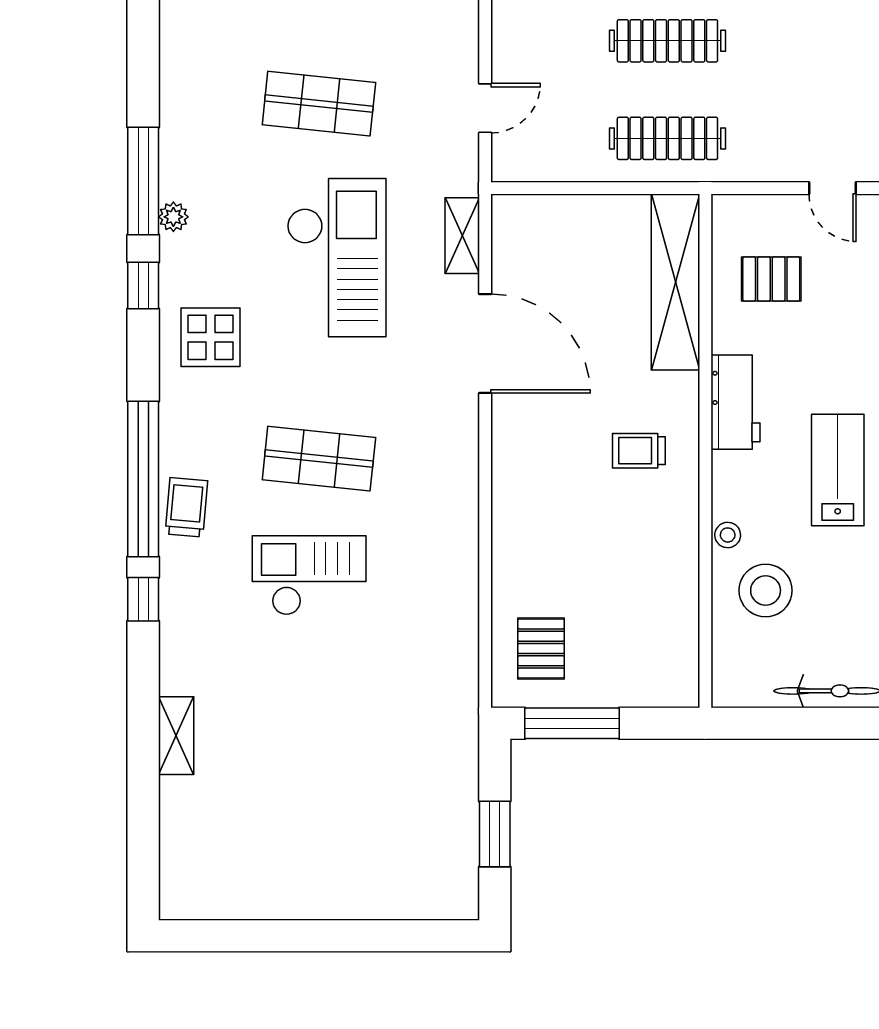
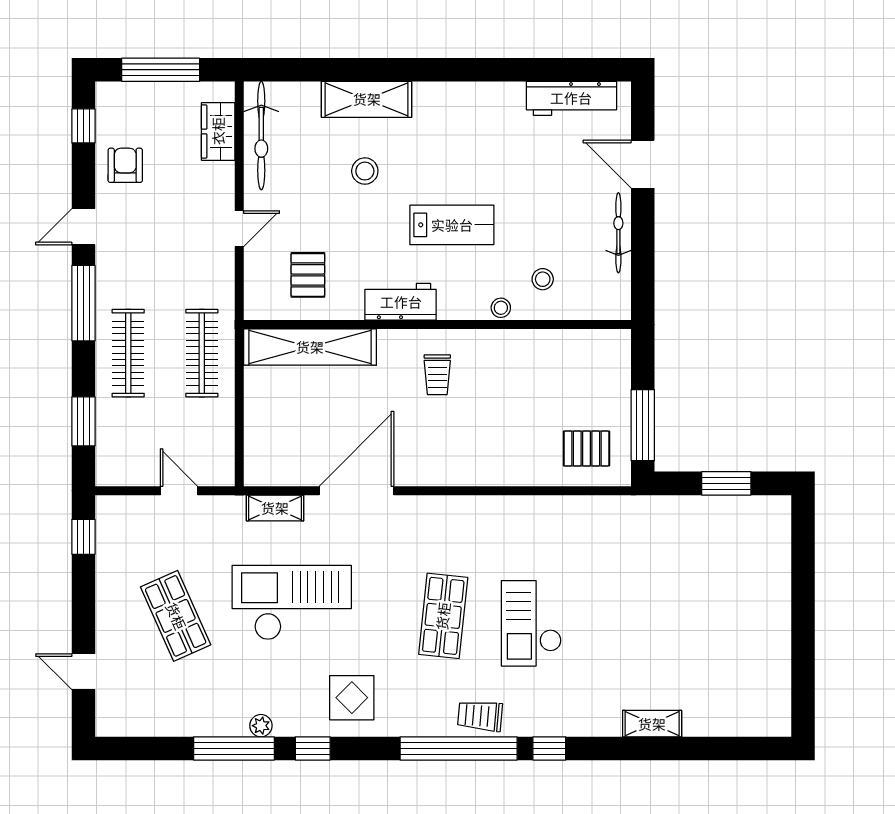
shop shelf: (319, 104) -> (176, 616), turned -30
lab bench: (838, 470) -> (452, 225), turned 180
stool: (766, 590) -> (543, 279), width x0.53, depth x0.53

